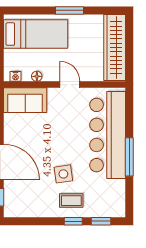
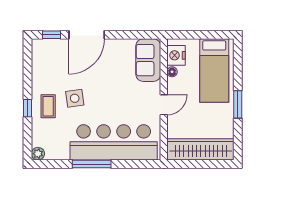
nightstand: (16, 76) -> (176, 55), width x1.89, depth x1.79
plant: (119, 211) -> (38, 154), added
window: (101, 221) -> (28, 136), removed

